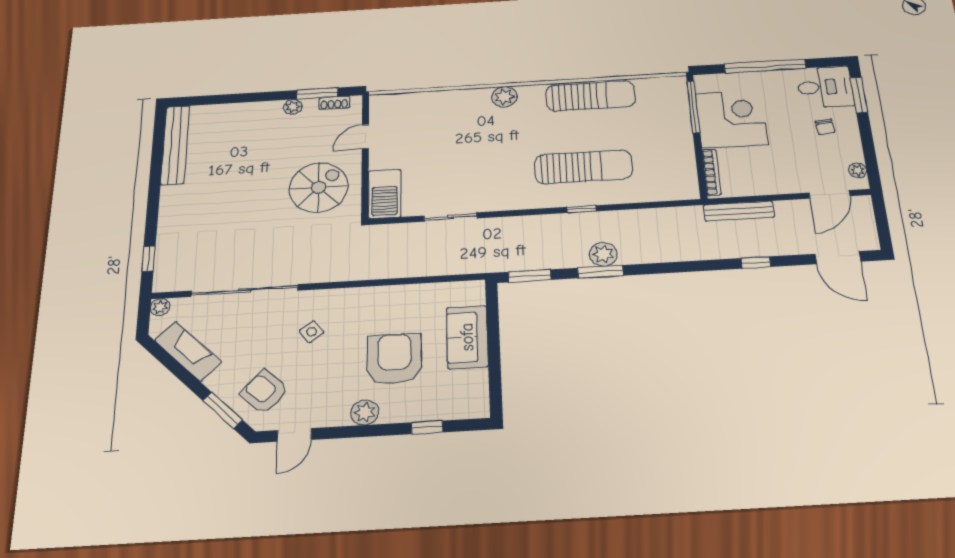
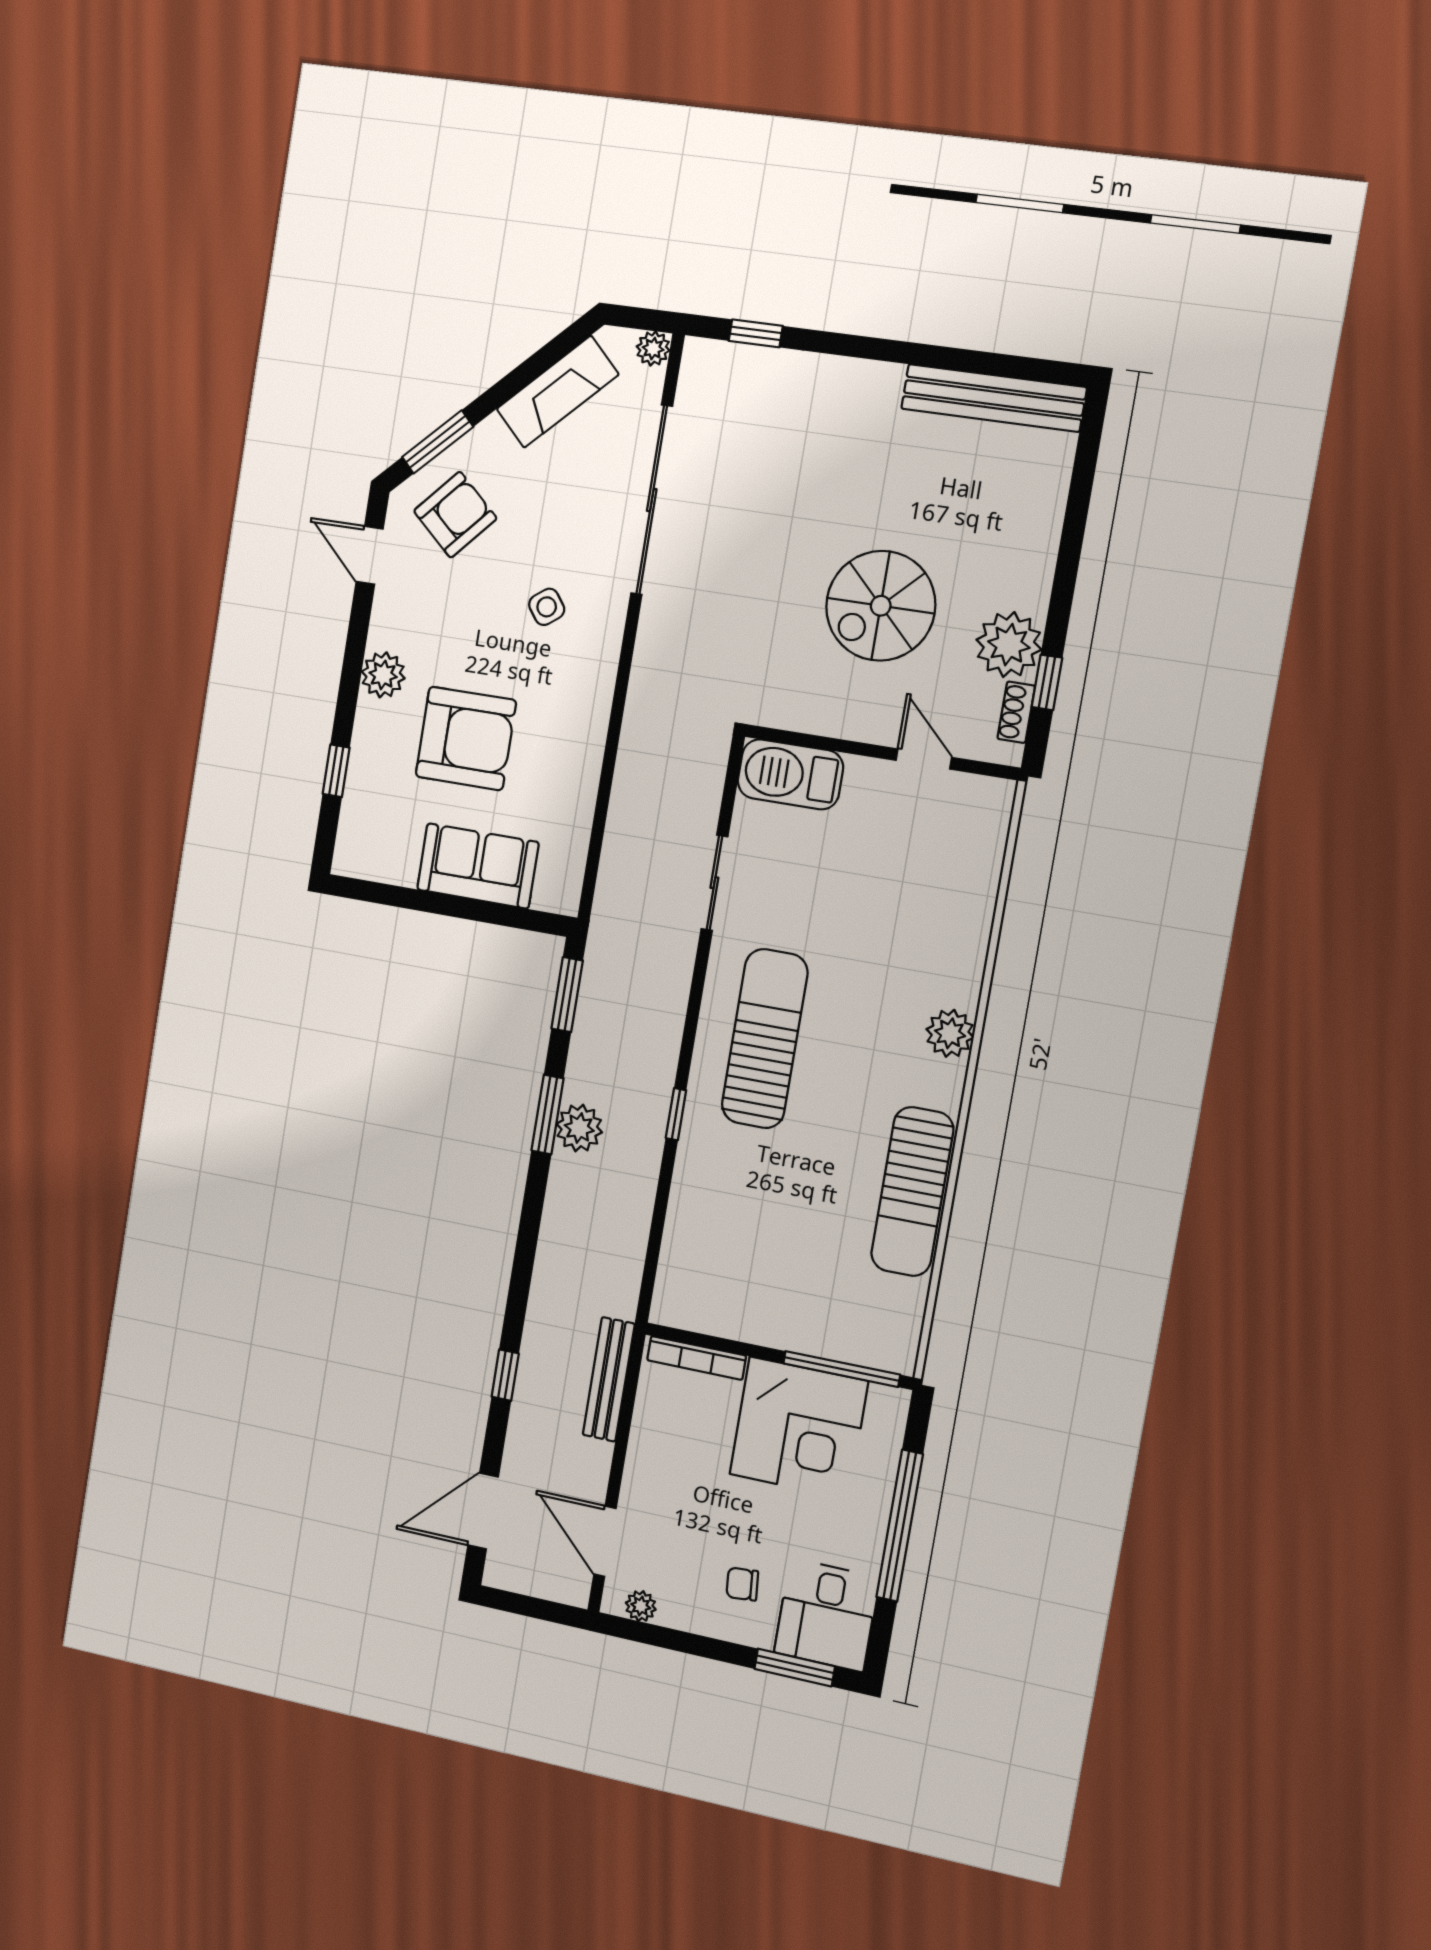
window: (317, 93) -> (1047, 682), width x0.67
plant: (293, 107) -> (1009, 645), width x1.87, depth x1.87
sun lounger: (583, 167) -> (765, 1039), moved, turned 180
spiral stairs: (319, 187) -> (881, 606), moved, turned 90

